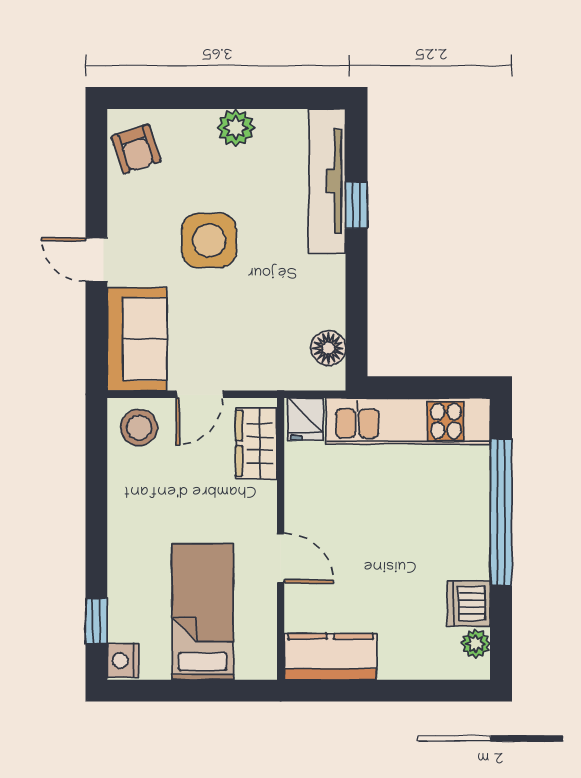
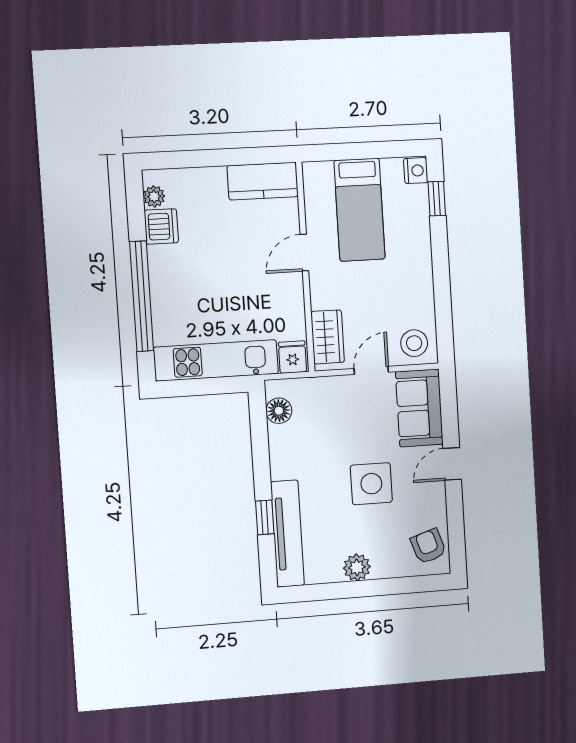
door: (96, 260) -> (452, 464), swing flipped
door: (281, 558) -> (304, 253), hinge flipped

